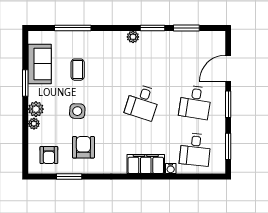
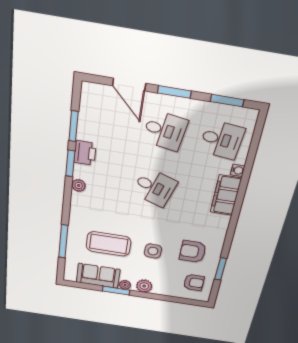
printer: (164, 39) -> (85, 153), added
coffee table: (78, 70) -> (109, 244), width x1.86, depth x1.72
plant: (34, 124) -> (125, 285), moved

